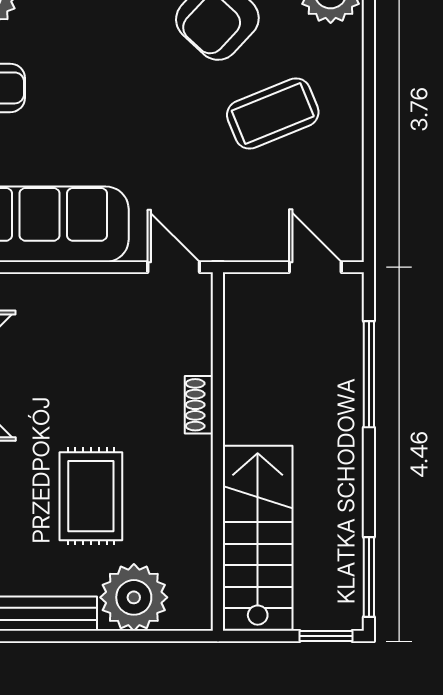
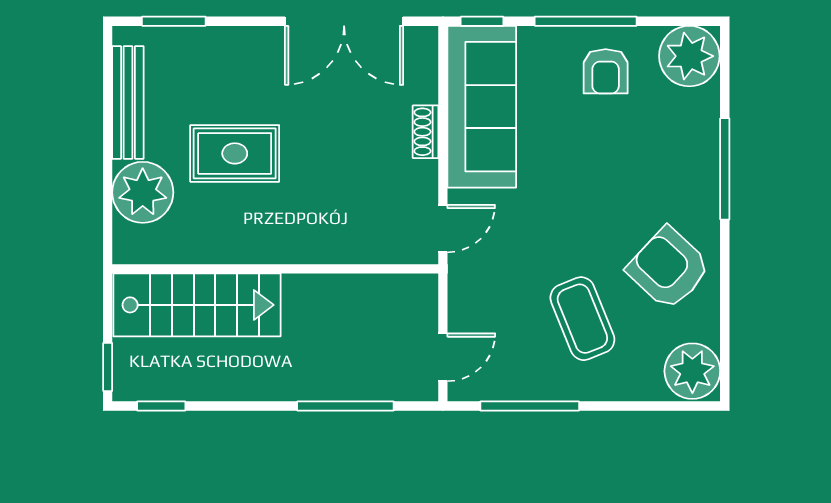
window: (369, 171) -> (530, 406), added
shoe rack: (199, 405) -> (426, 132), moved, turned -90
window: (369, 577) -> (161, 406), width x0.67

